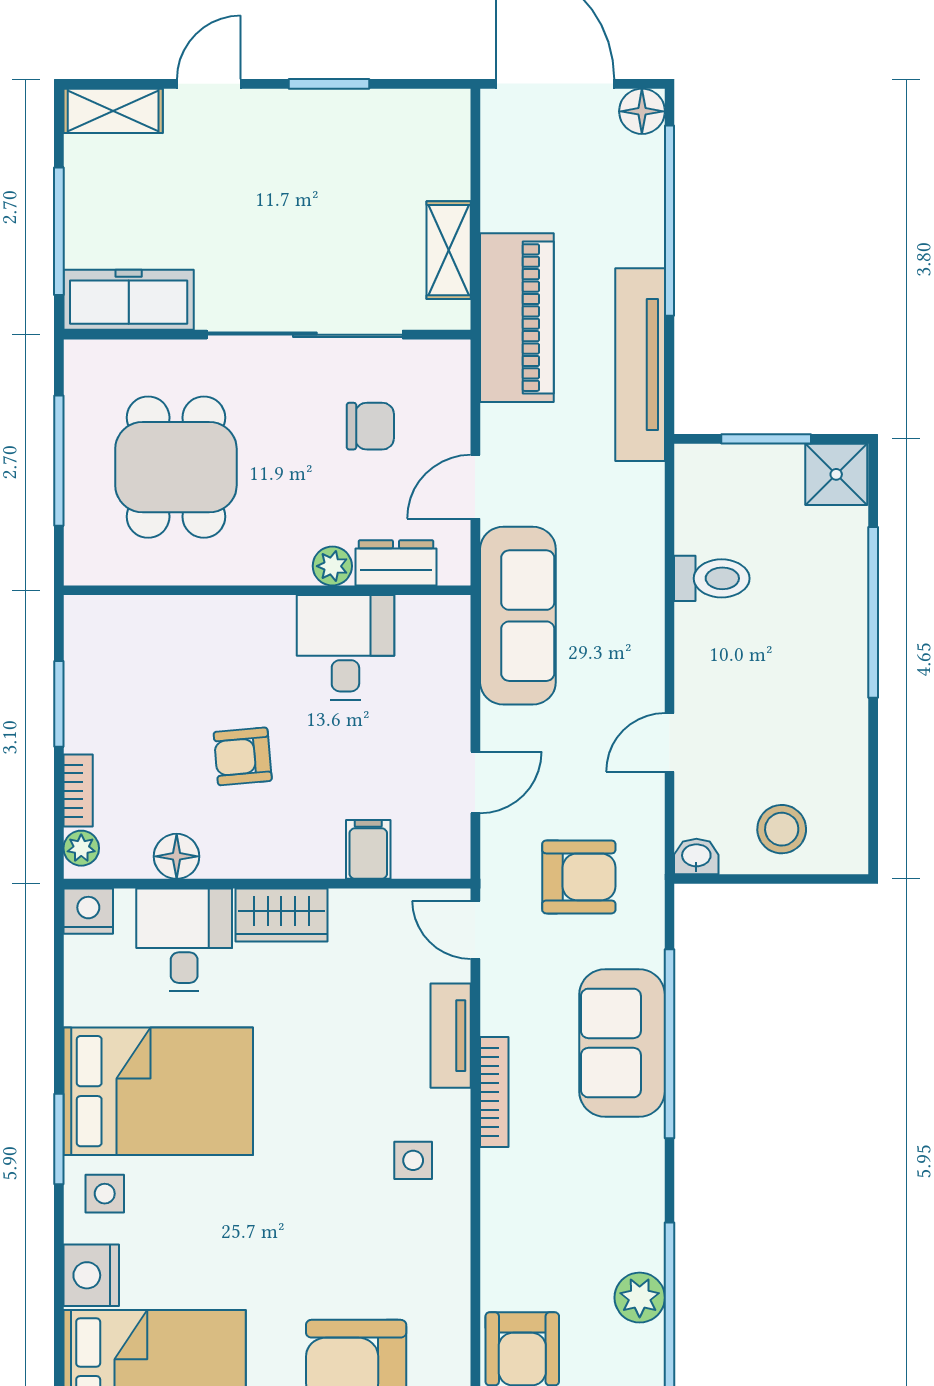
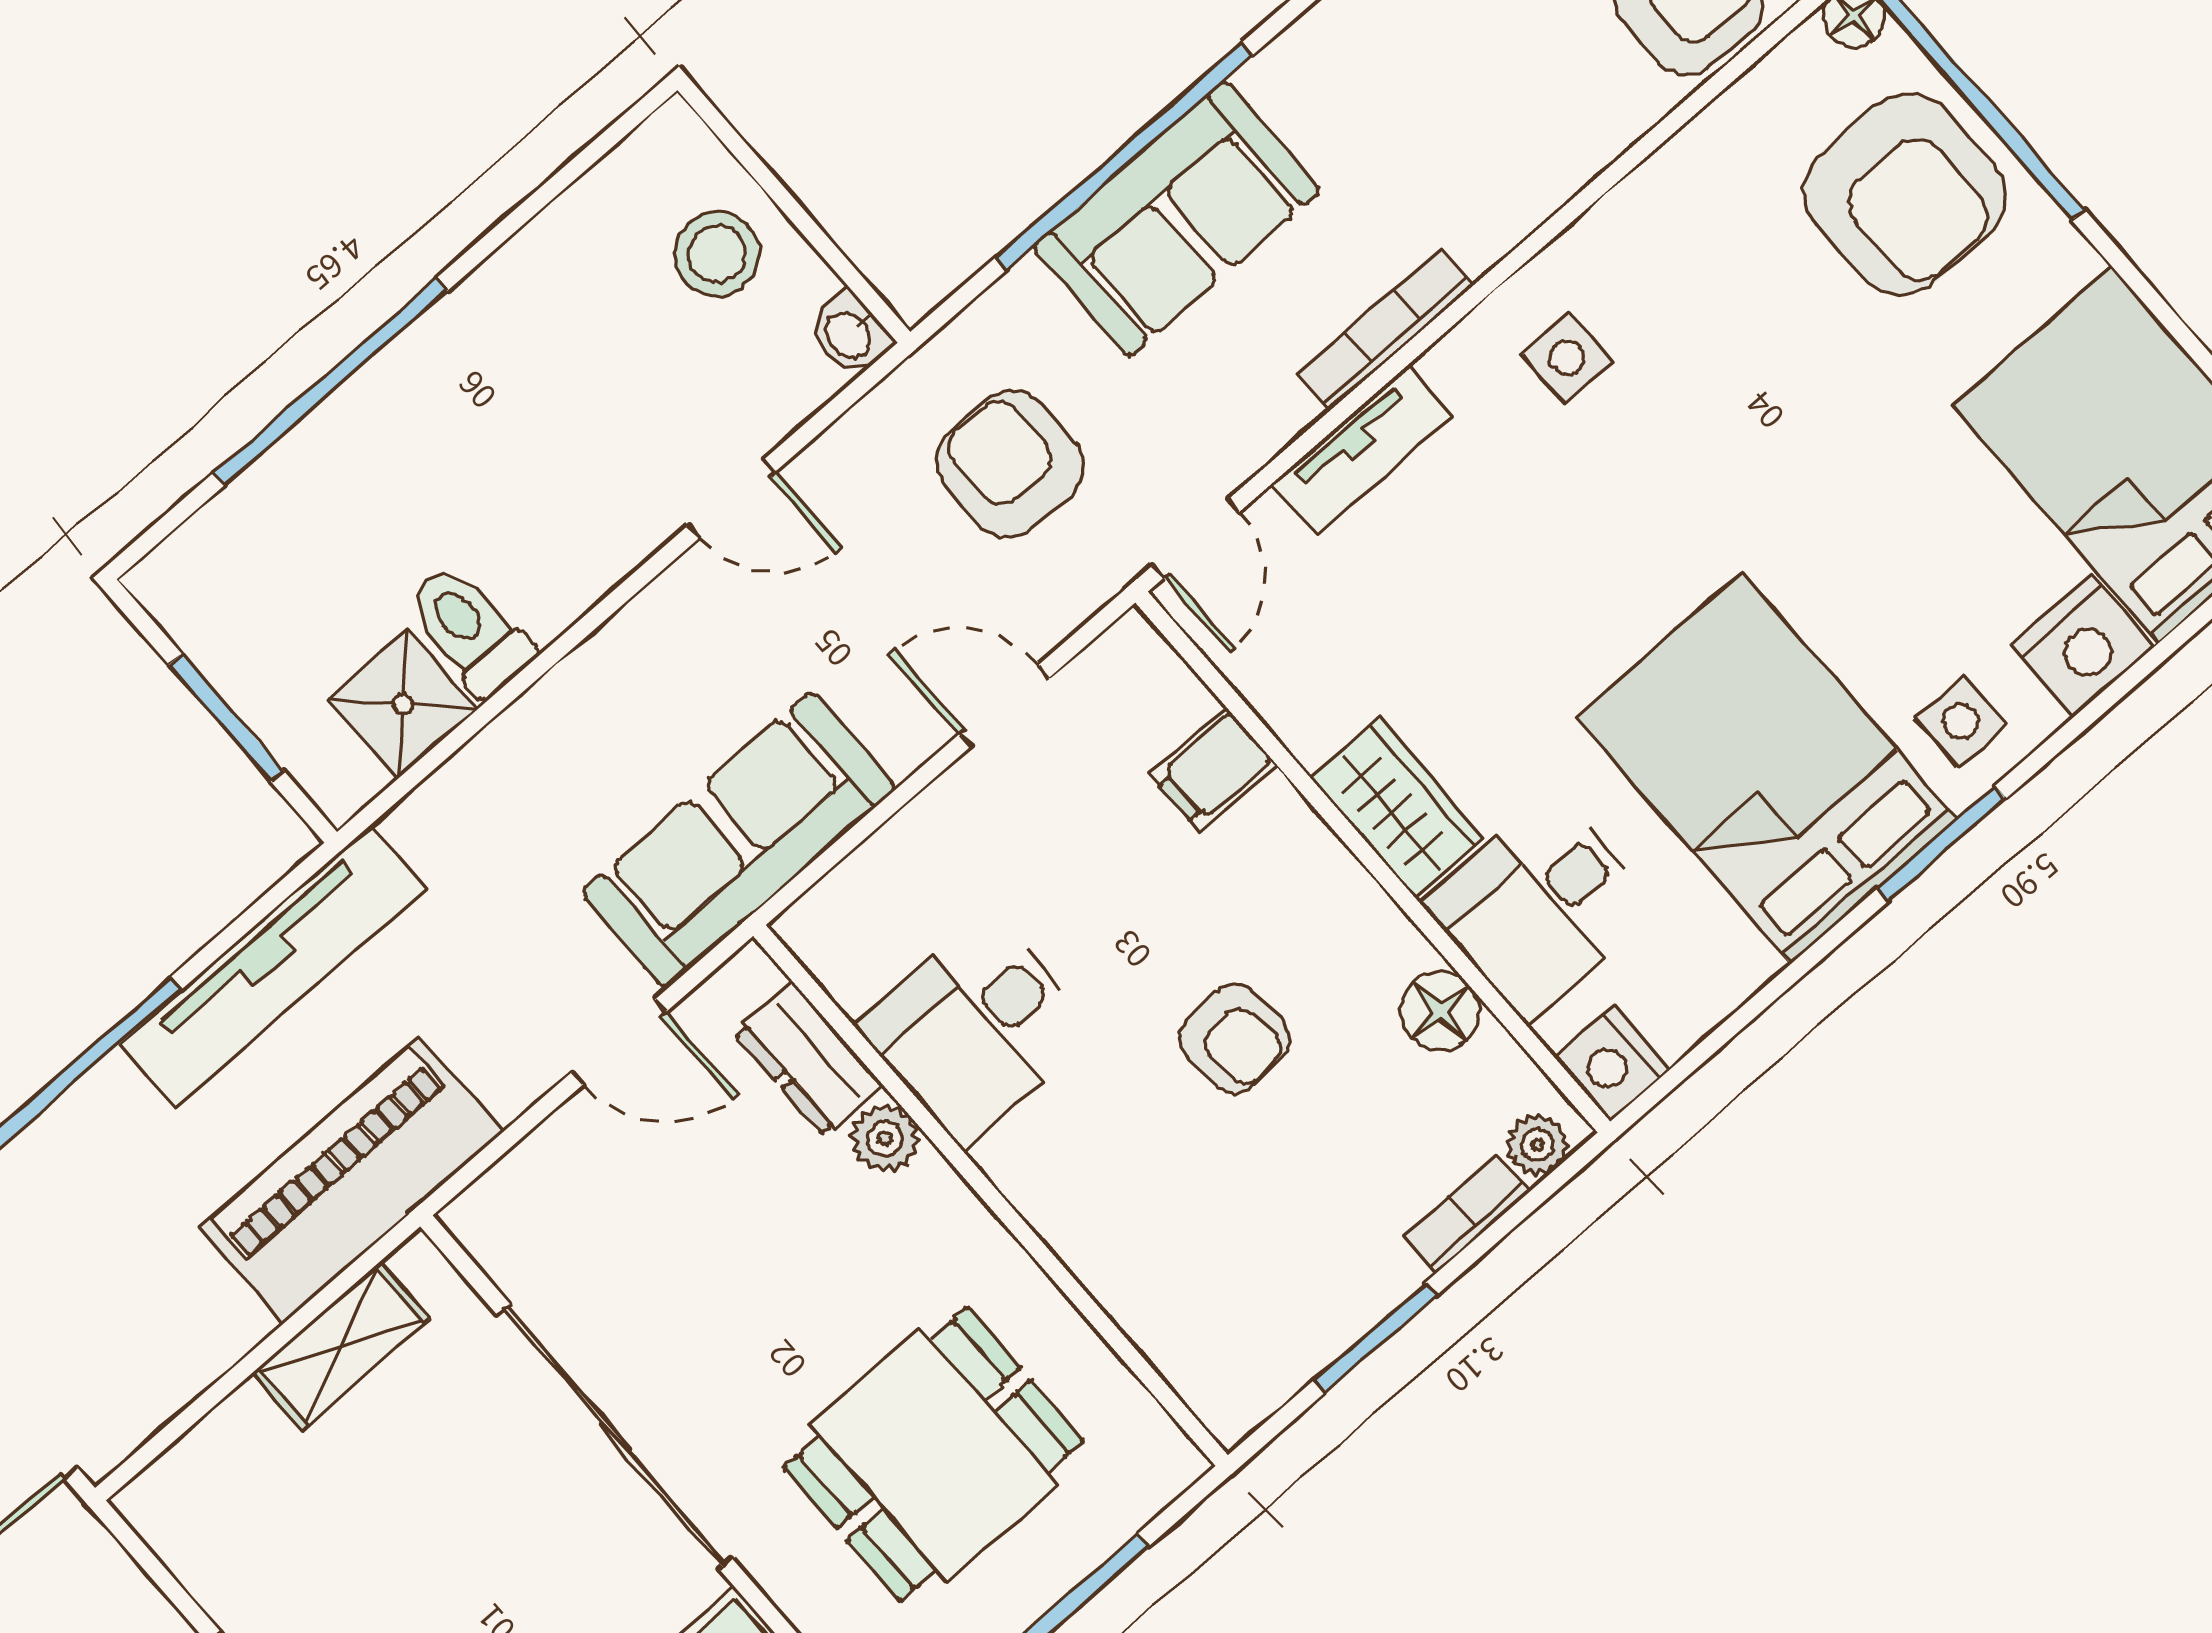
chair: (370, 426) -> (660, 1248), removed
shower: (836, 474) -> (403, 704), moved

